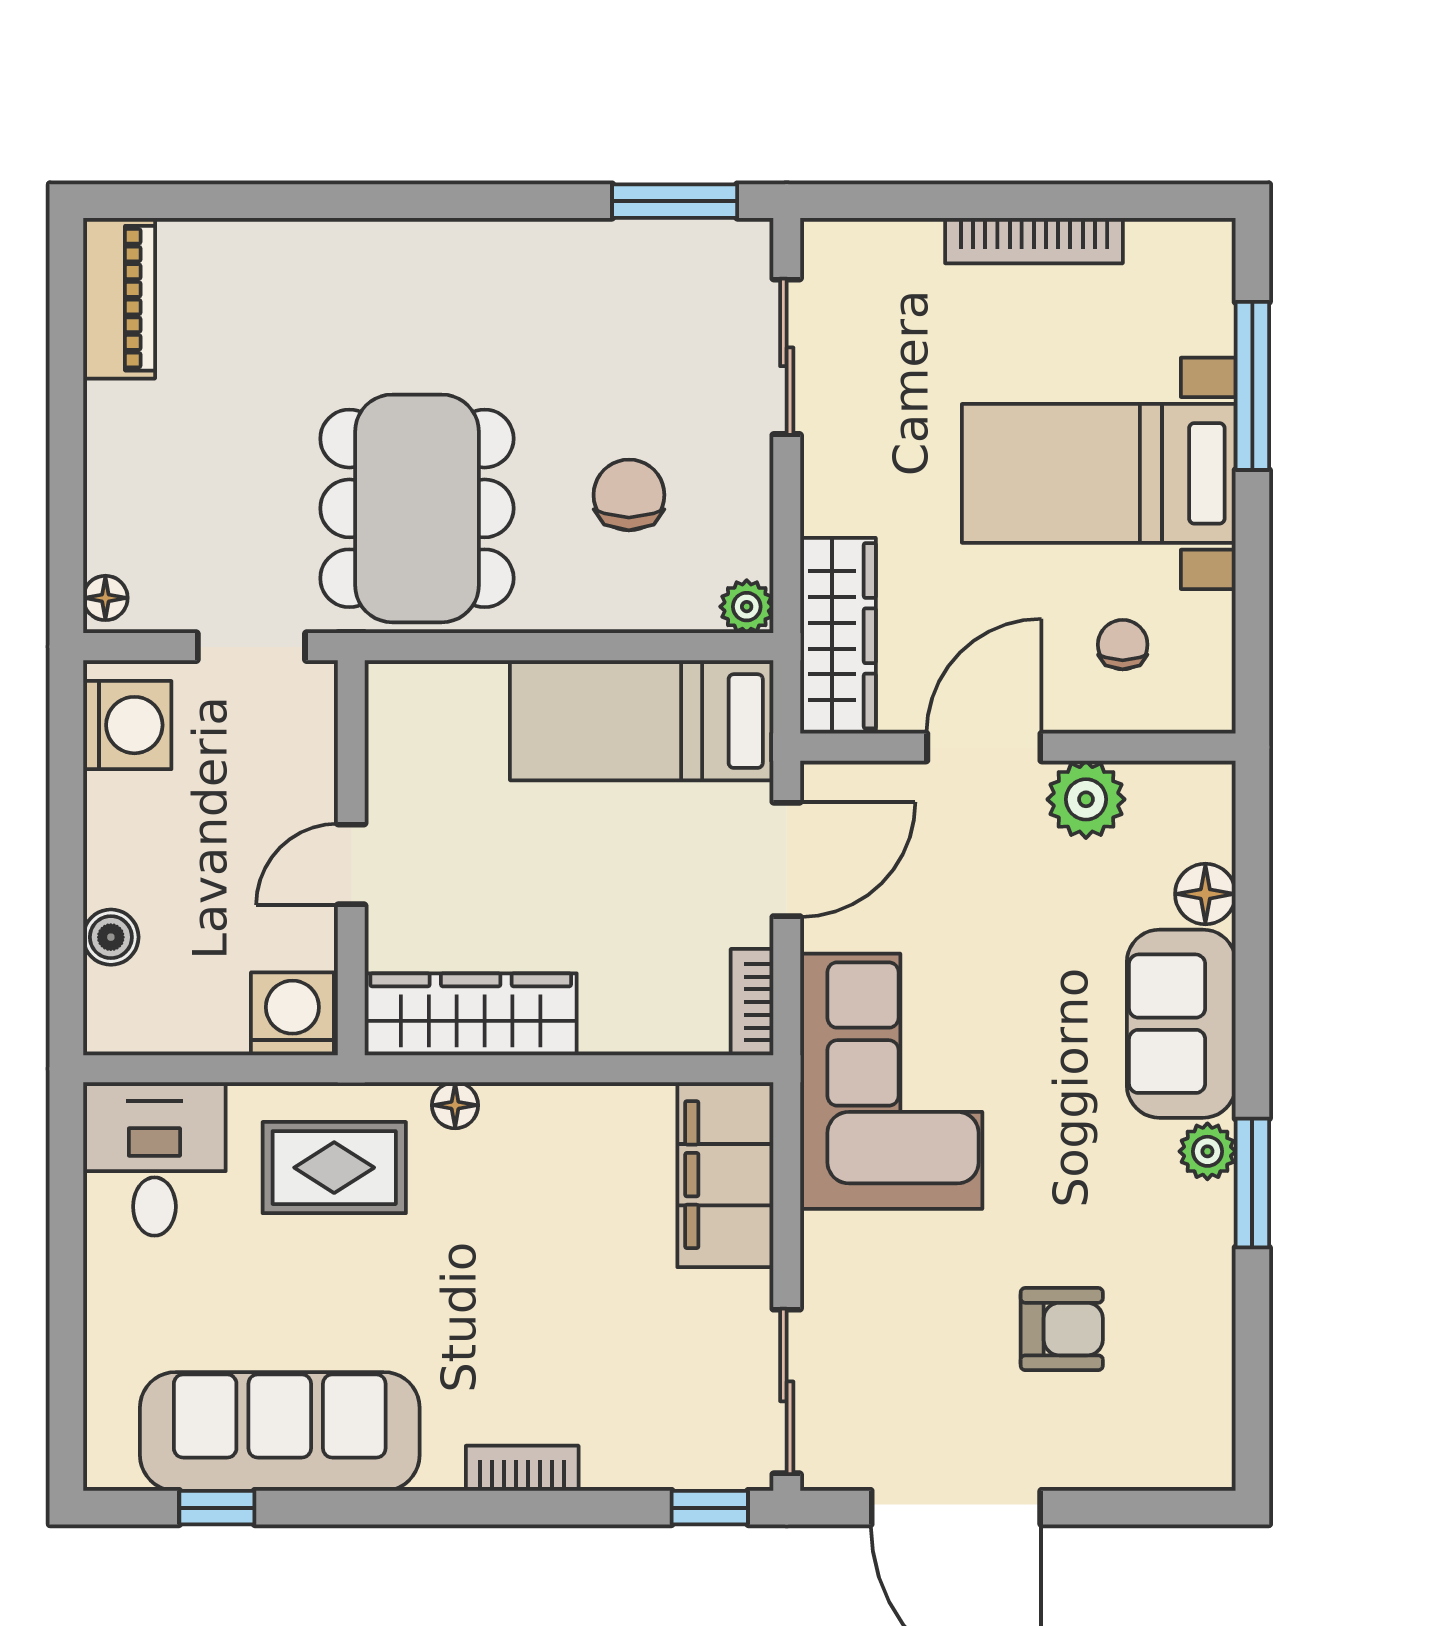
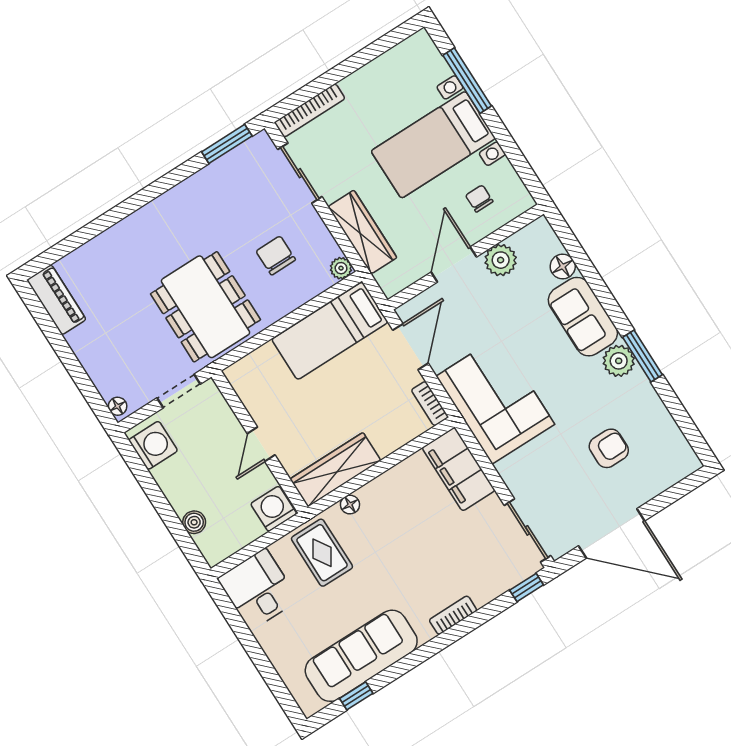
bookcase: (1034, 241) -> (310, 110), moved
wardrobe: (838, 636) -> (362, 232), moved
plant: (1207, 1151) -> (619, 361), width x1.38, depth x1.38
rug: (334, 1168) -> (322, 553), turned 90

